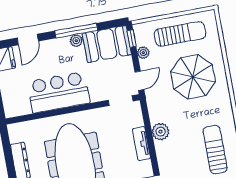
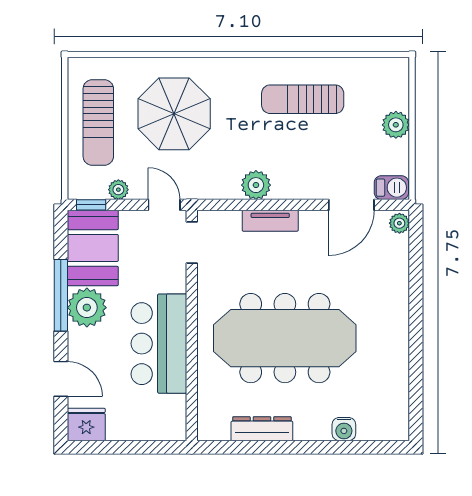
sun lounger: (180, 34) -> (98, 123), turned 180
plant: (76, 41) -> (87, 308), width x1.88, depth x1.88

